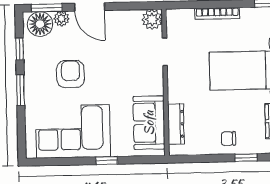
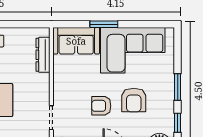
armchair: (108, 67) -> (101, 106), added
sofa: (149, 123) -> (76, 41), moved, turned 90
window: (107, 161) -> (104, 24), width x1.50

